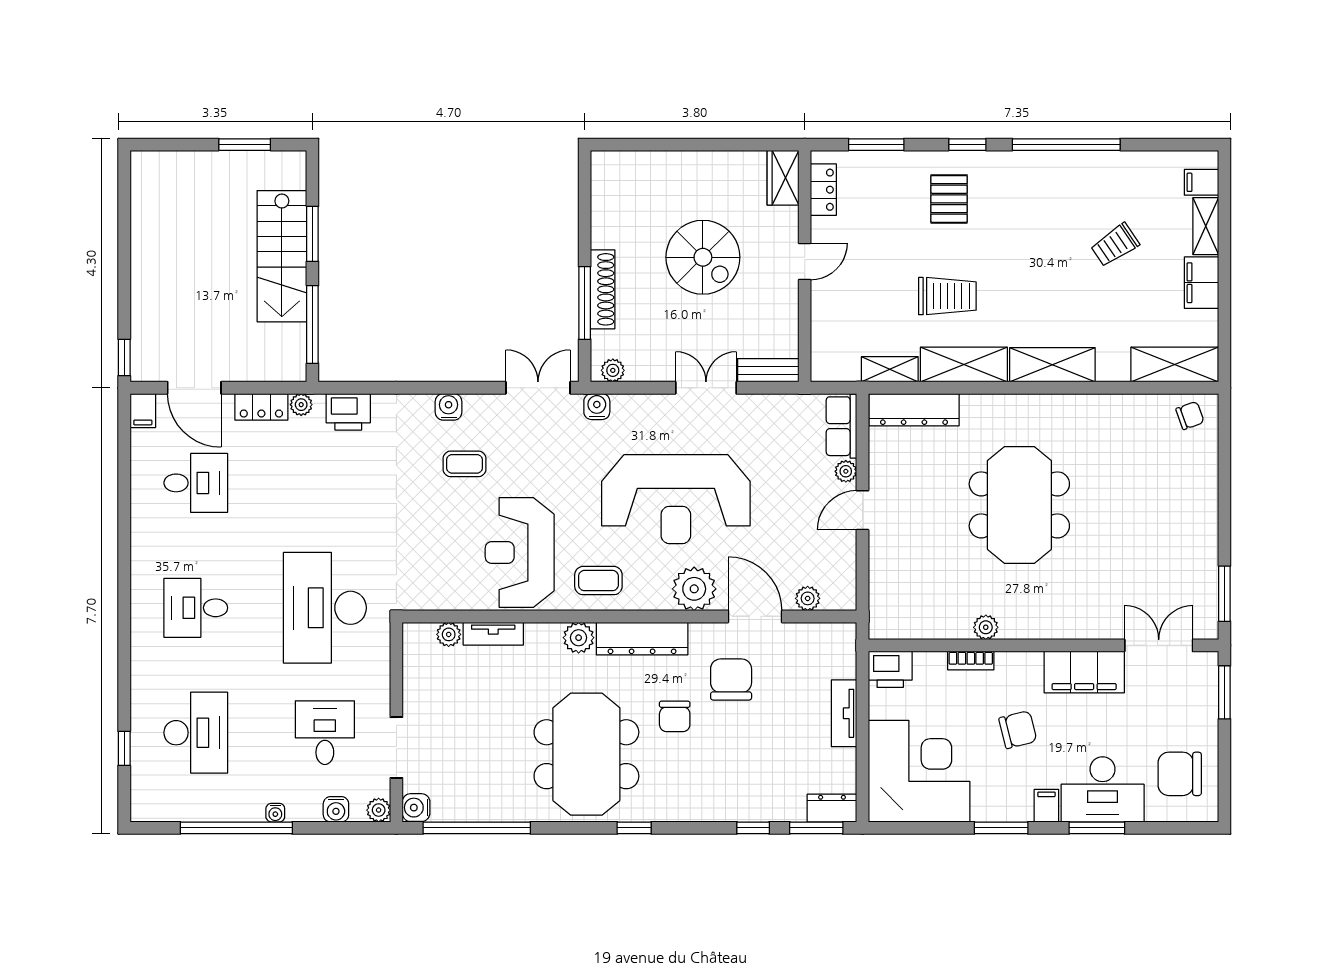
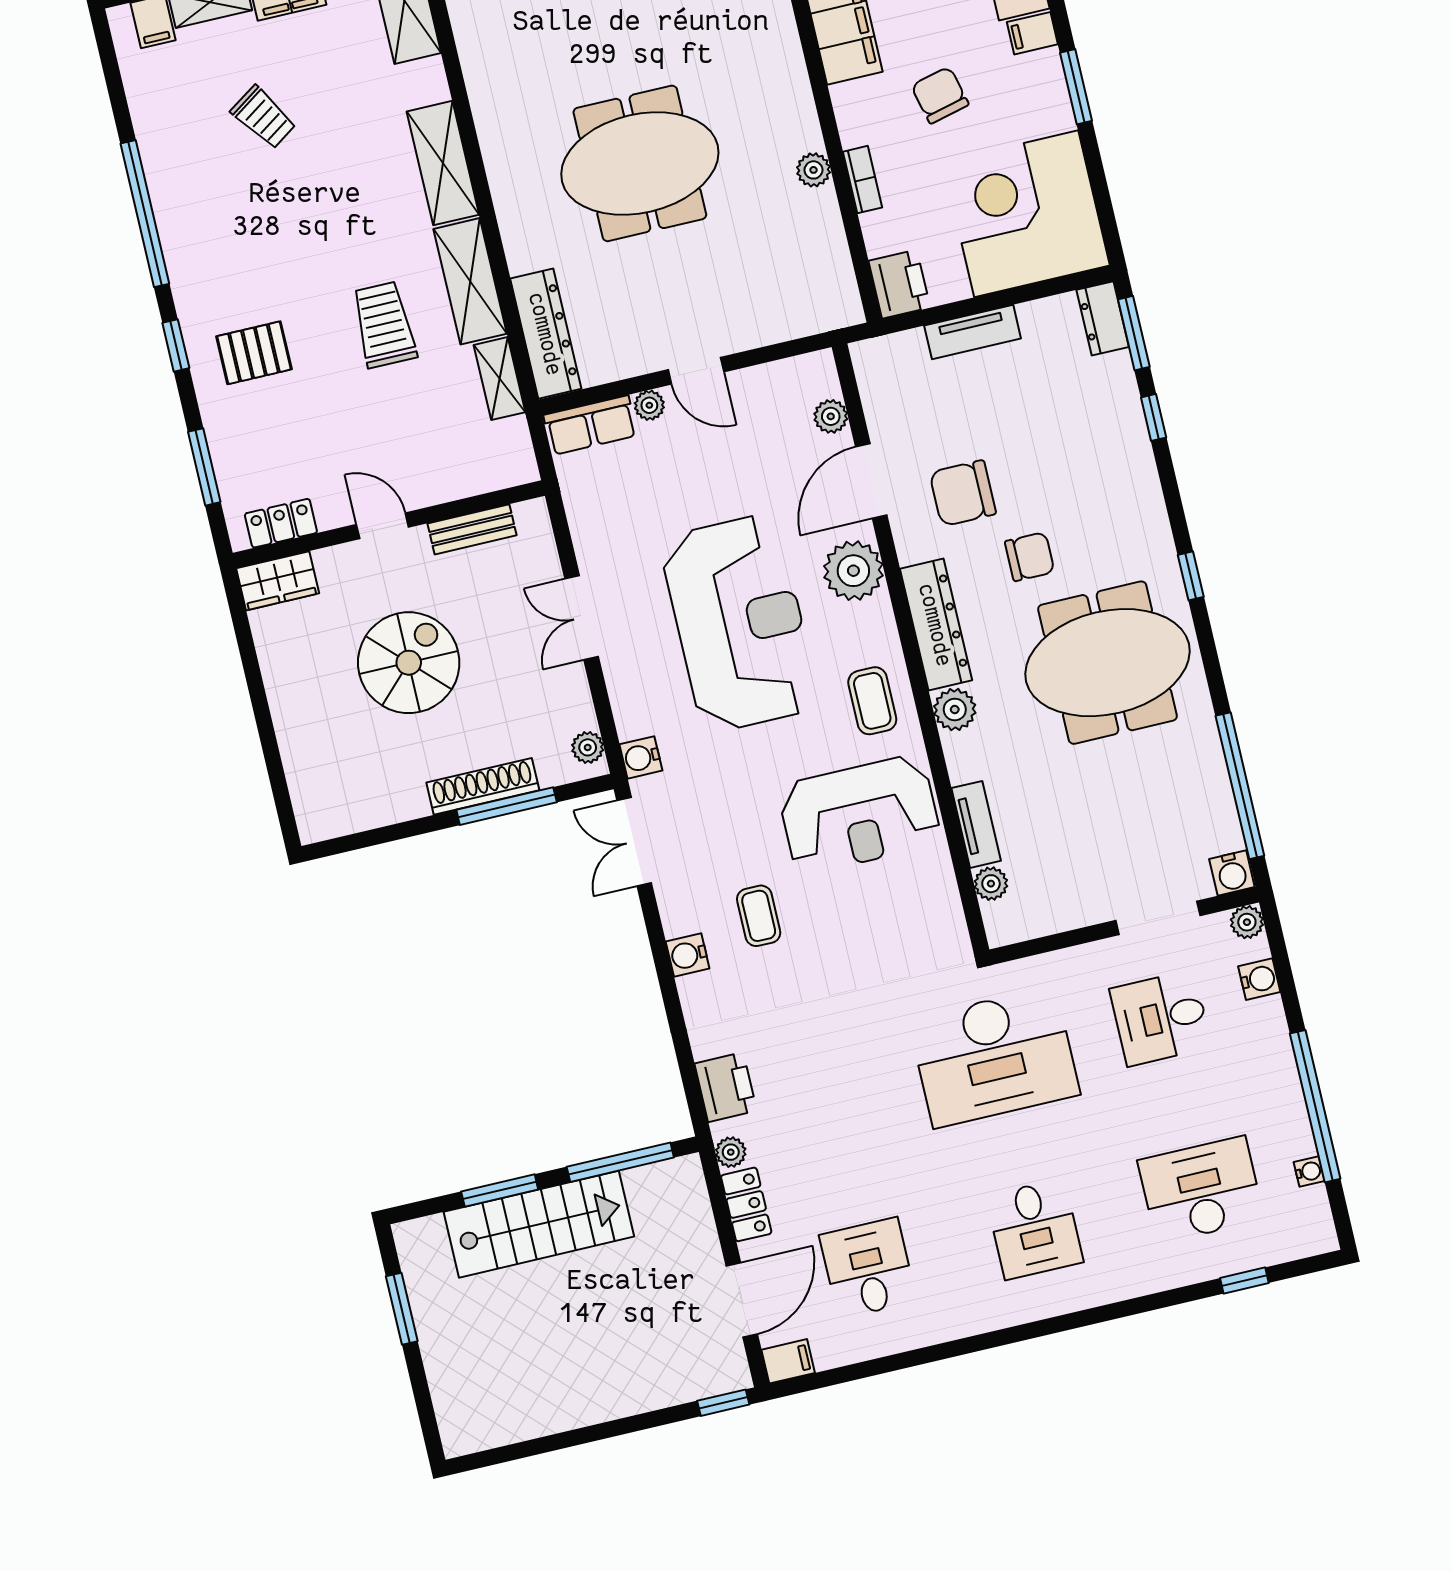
bench: (768, 370) -> (472, 529), moved, turned 90
water cooler: (275, 813) -> (1309, 1172), moved

